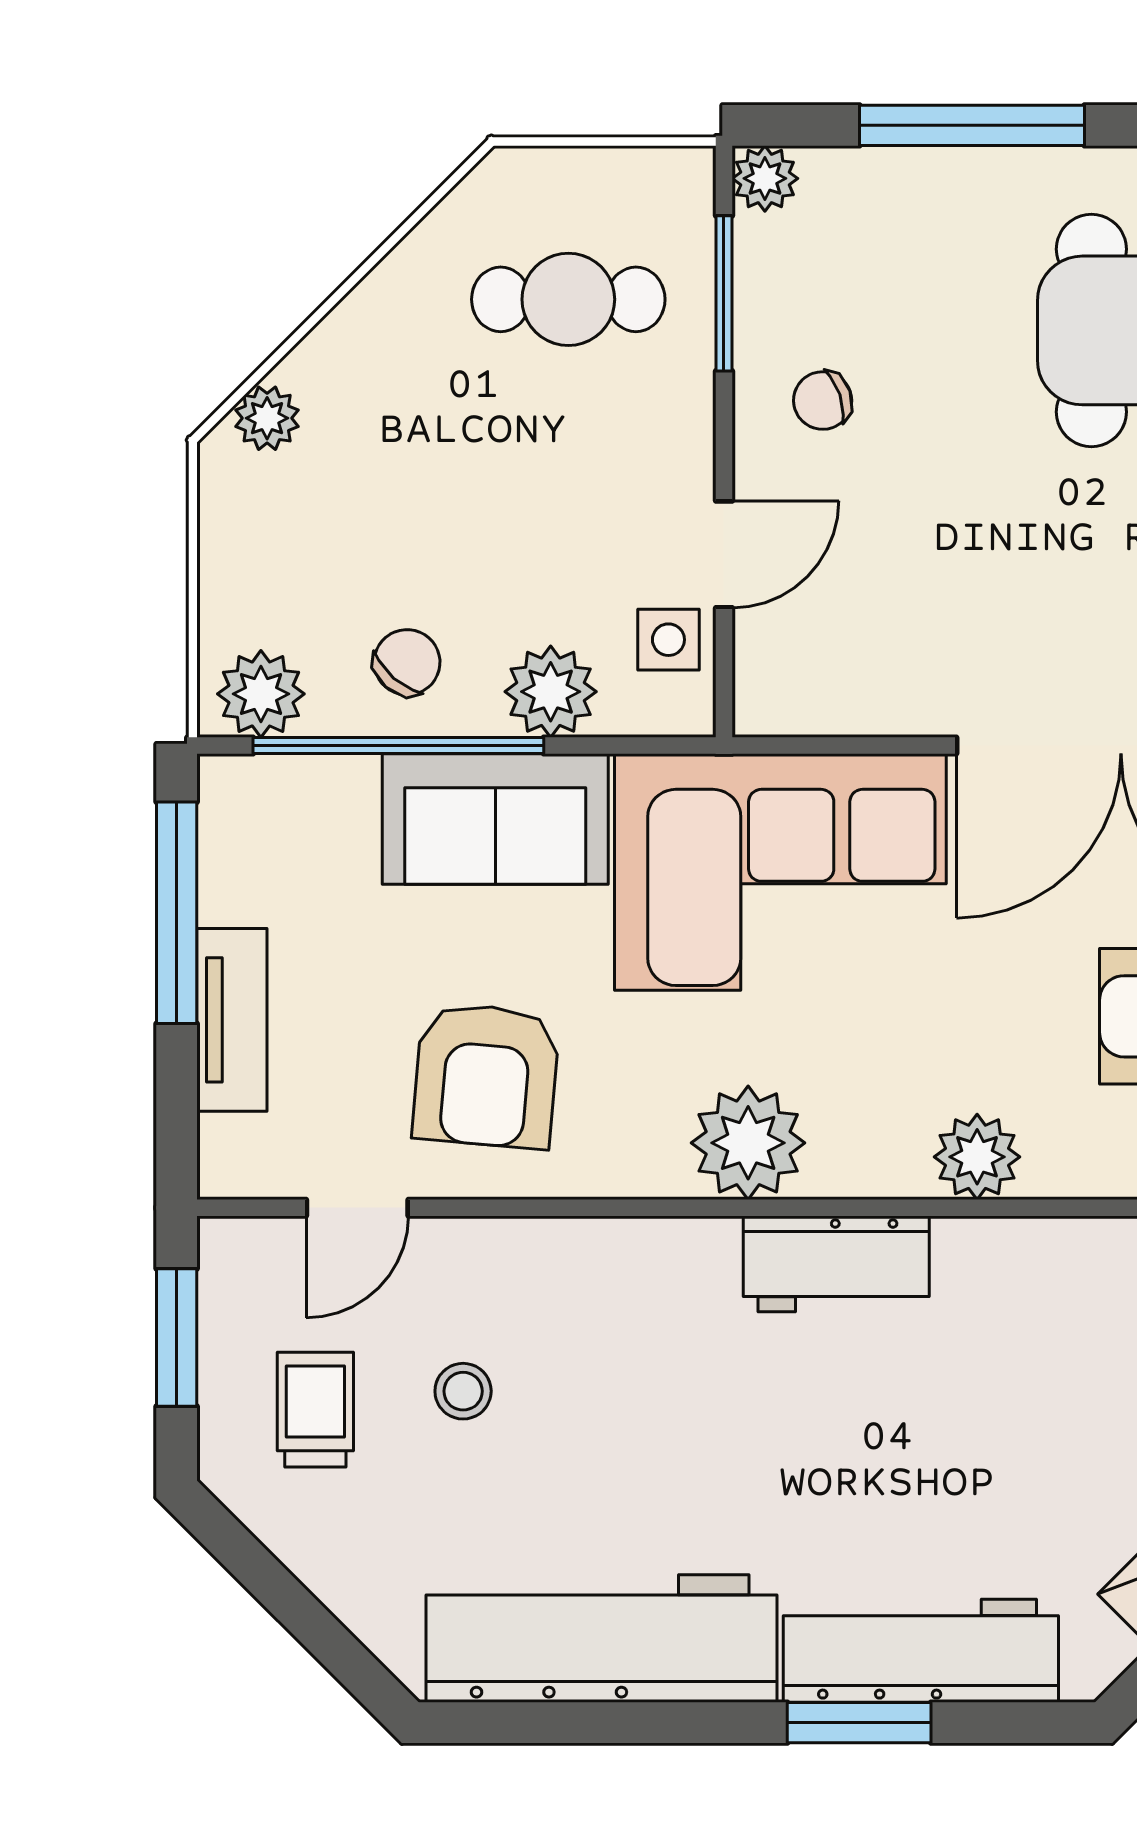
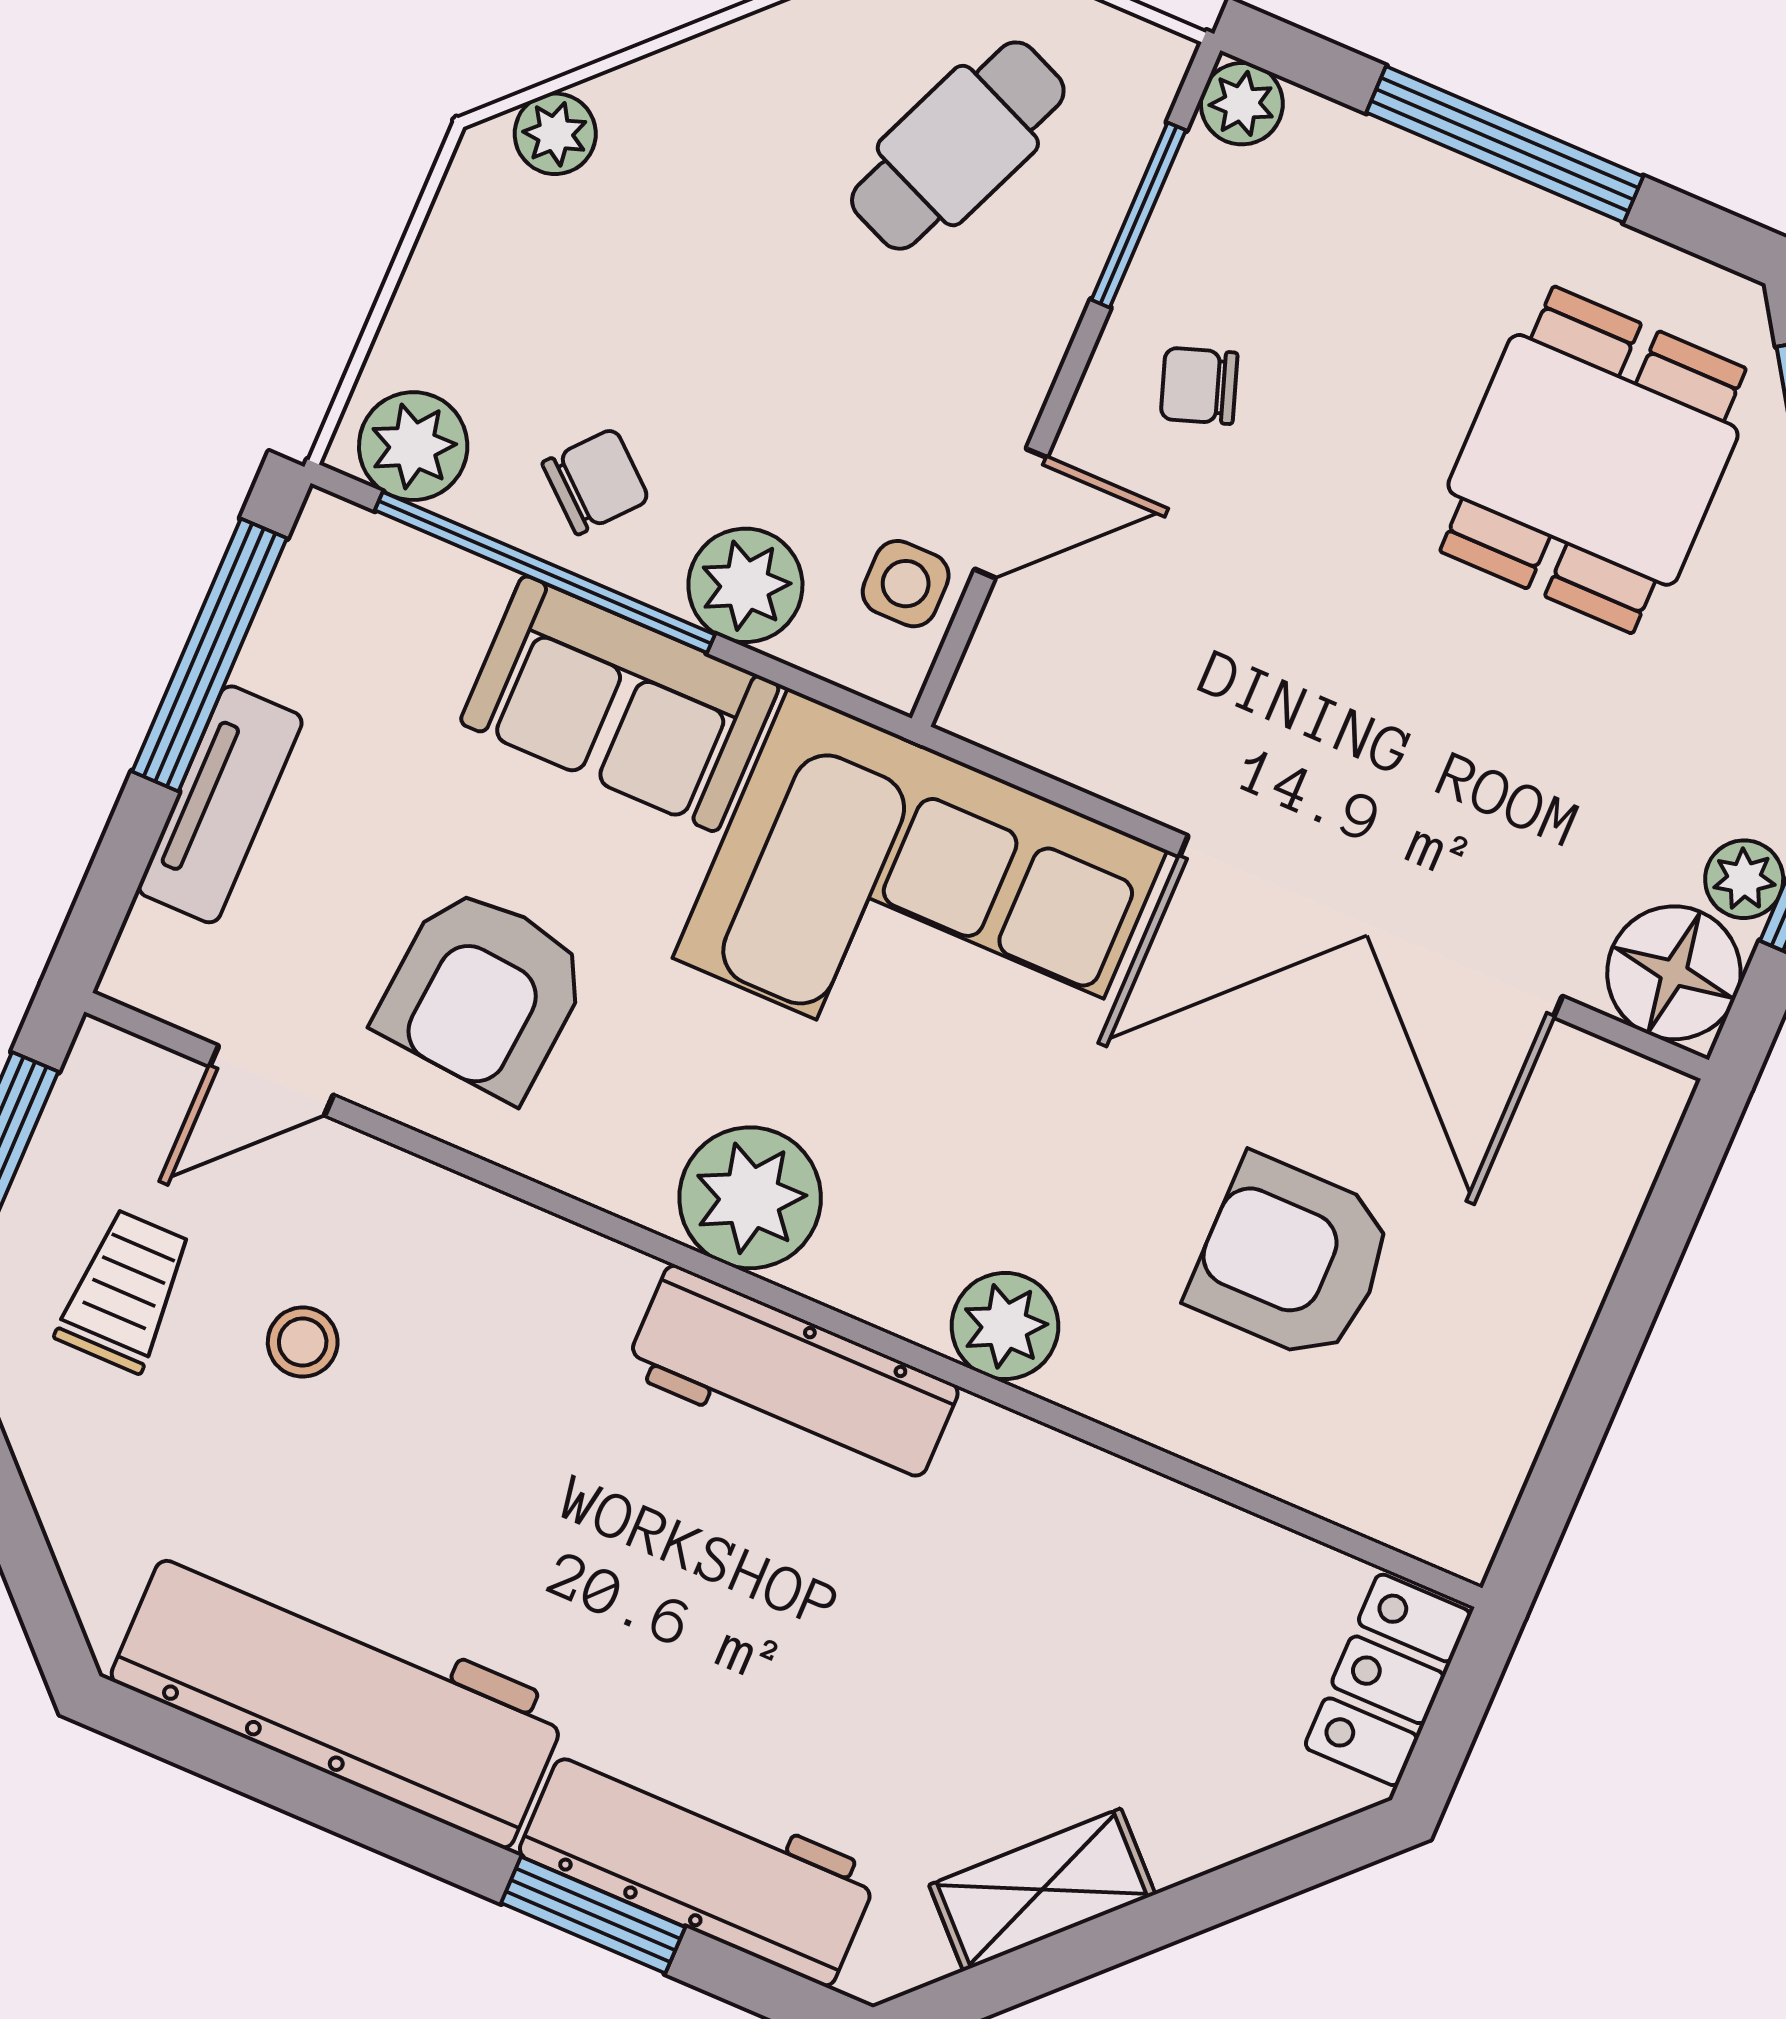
cafe table: (568, 299) -> (958, 146), turned -67
workbench: (836, 1264) -> (792, 1379), width x1.38

